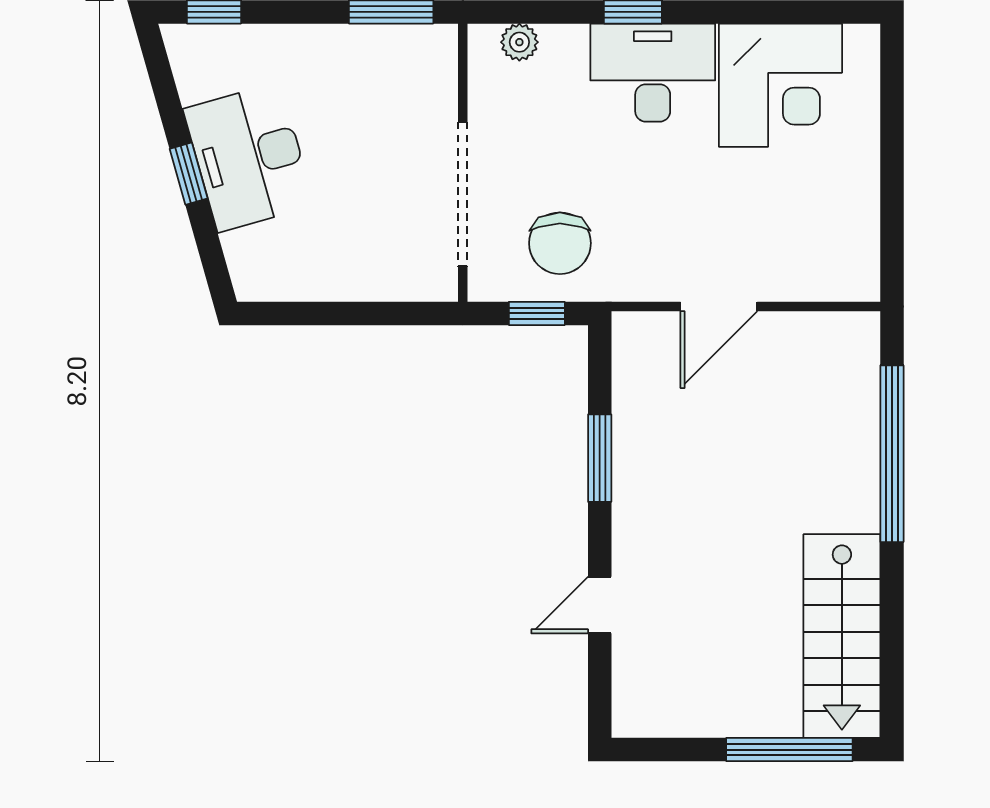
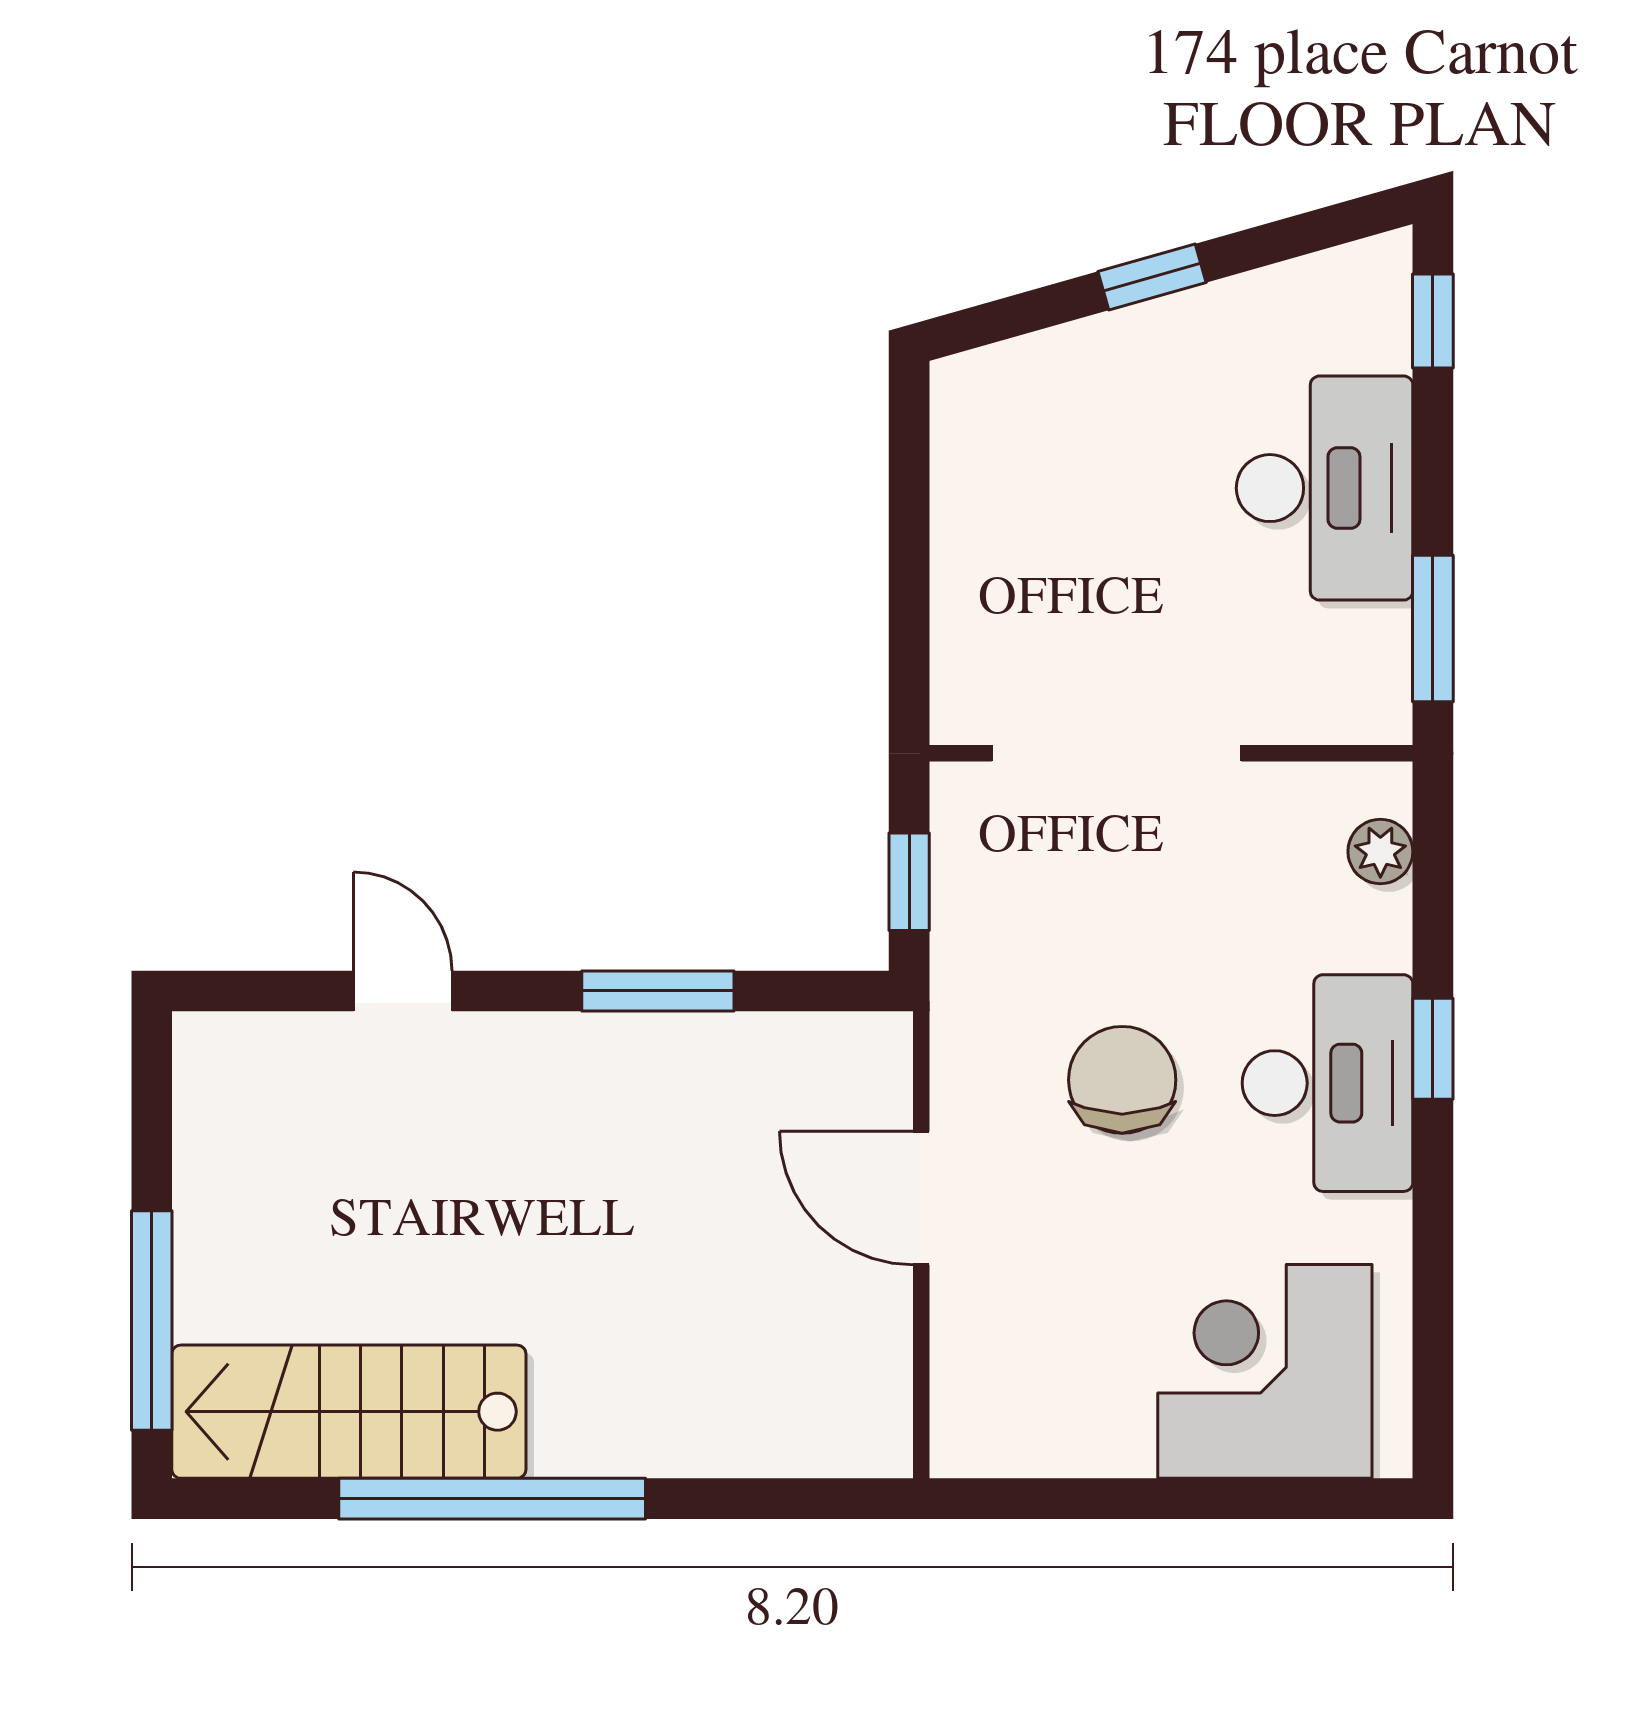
corner desk: (780, 85) -> (1265, 1371), moved, turned 90
desk: (249, 157) -> (1325, 488), moved, turned 106
chair: (560, 243) -> (1122, 1080), moved, turned 90
window: (892, 454) -> (492, 1499), moved

